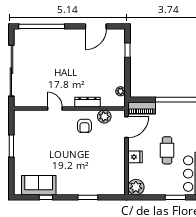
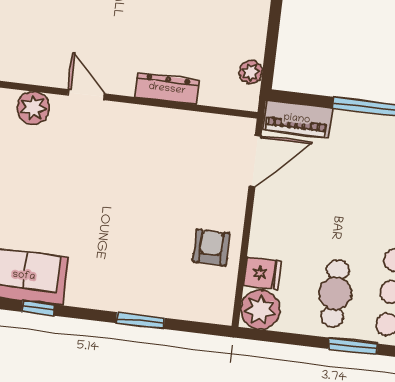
plant: (104, 117) -> (33, 108), moved
armchair: (84, 126) -> (211, 247), moved, turned 180
cafe table: (167, 150) -> (335, 293), moved
fridge: (135, 157) -> (262, 273), moved

